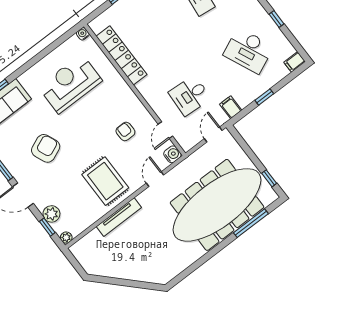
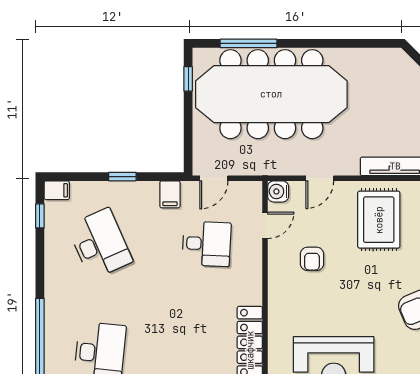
window: (276, 19) -> (40, 216), moved

